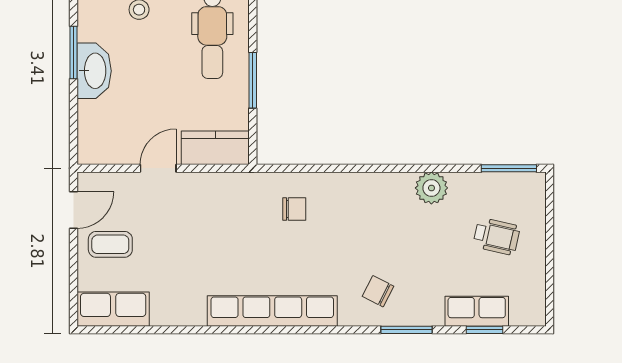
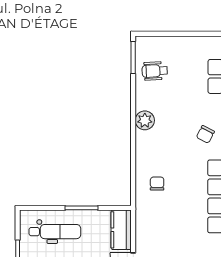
plant: (431, 188) -> (145, 120), moved
wheelchair: (497, 236) -> (155, 71), moved, turned -106

